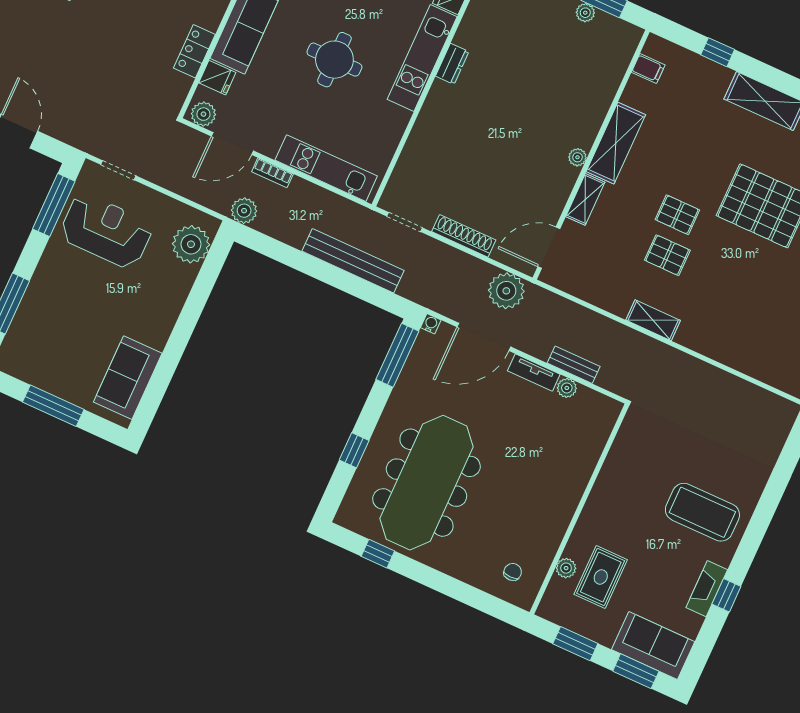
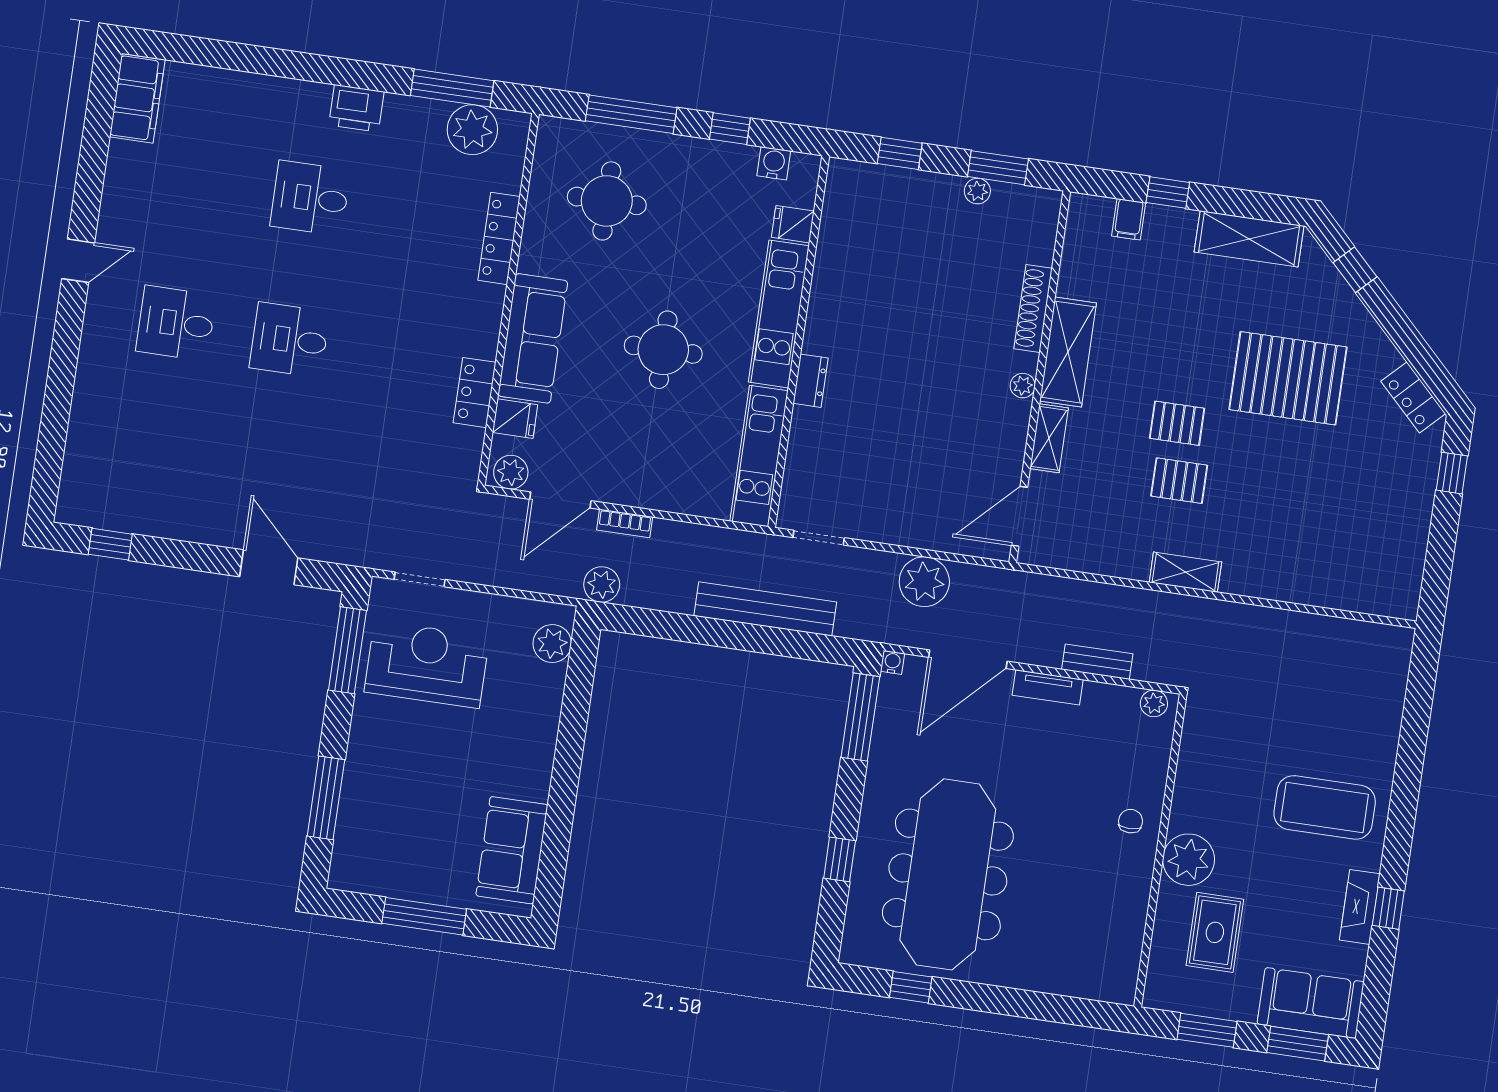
dresser: (452, 64) -> (810, 381), moved
filing cabinet: (648, 69) -> (1129, 219), moved, turned 90
kitchen unit: (326, 168) -> (759, 456), moved, turned -90
shoe rack: (464, 236) -> (1033, 308), moved, turned -90
plant: (191, 244) -> (552, 644), width x0.73, depth x0.73
plant: (506, 291) -> (924, 582), moved
plant: (567, 388) -> (1154, 703), moved
plant: (566, 568) -> (1189, 860), moved, width x1.88, depth x1.88
chair: (513, 572) -> (1131, 821), moved

